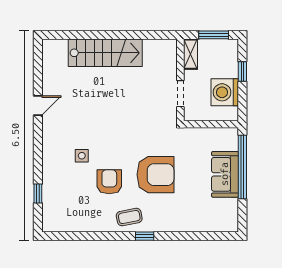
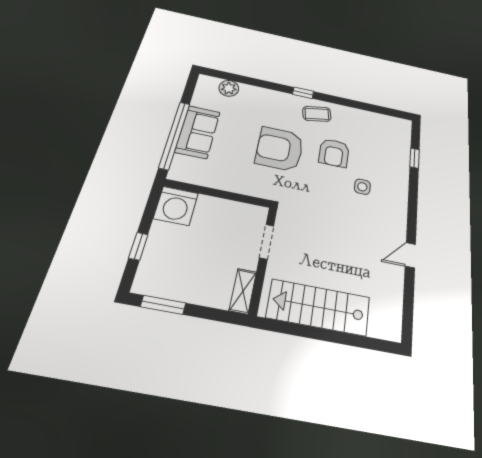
shelving: (190, 54) -> (243, 291), moved
wall: (180, 80) -> (263, 259), moved
washing machine: (225, 92) -> (176, 206), moved, turned 90
doorway: (180, 94) -> (267, 242), moved
plant: (210, 224) -> (229, 88), added

